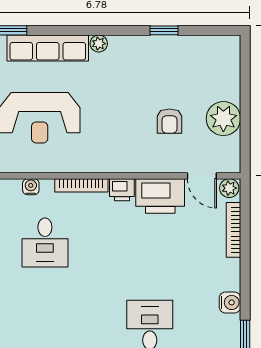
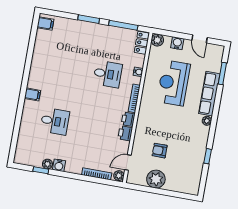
printer: (160, 196) -> (125, 133), width x0.53, depth x0.68
desk: (45, 243) -> (108, 74), turned 180
plant: (231, 324) -> (47, 164), added

